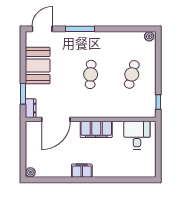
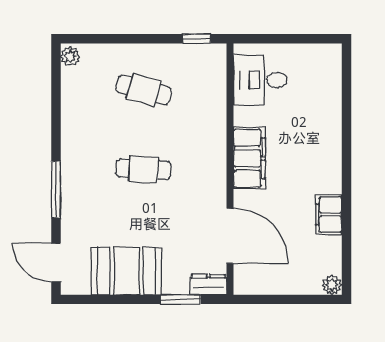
filing cabinet: (82, 171) -> (329, 215), moved

